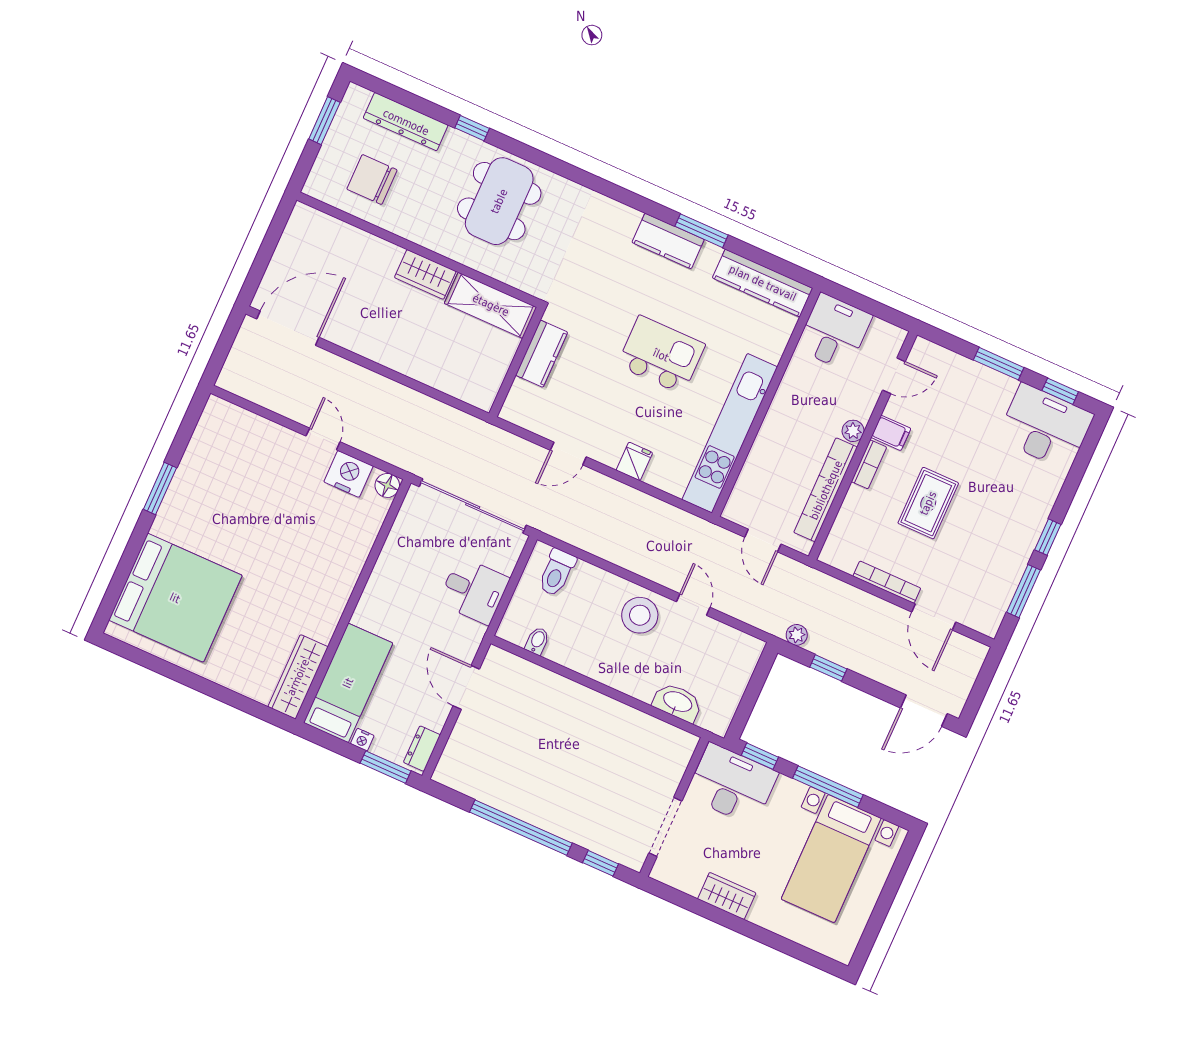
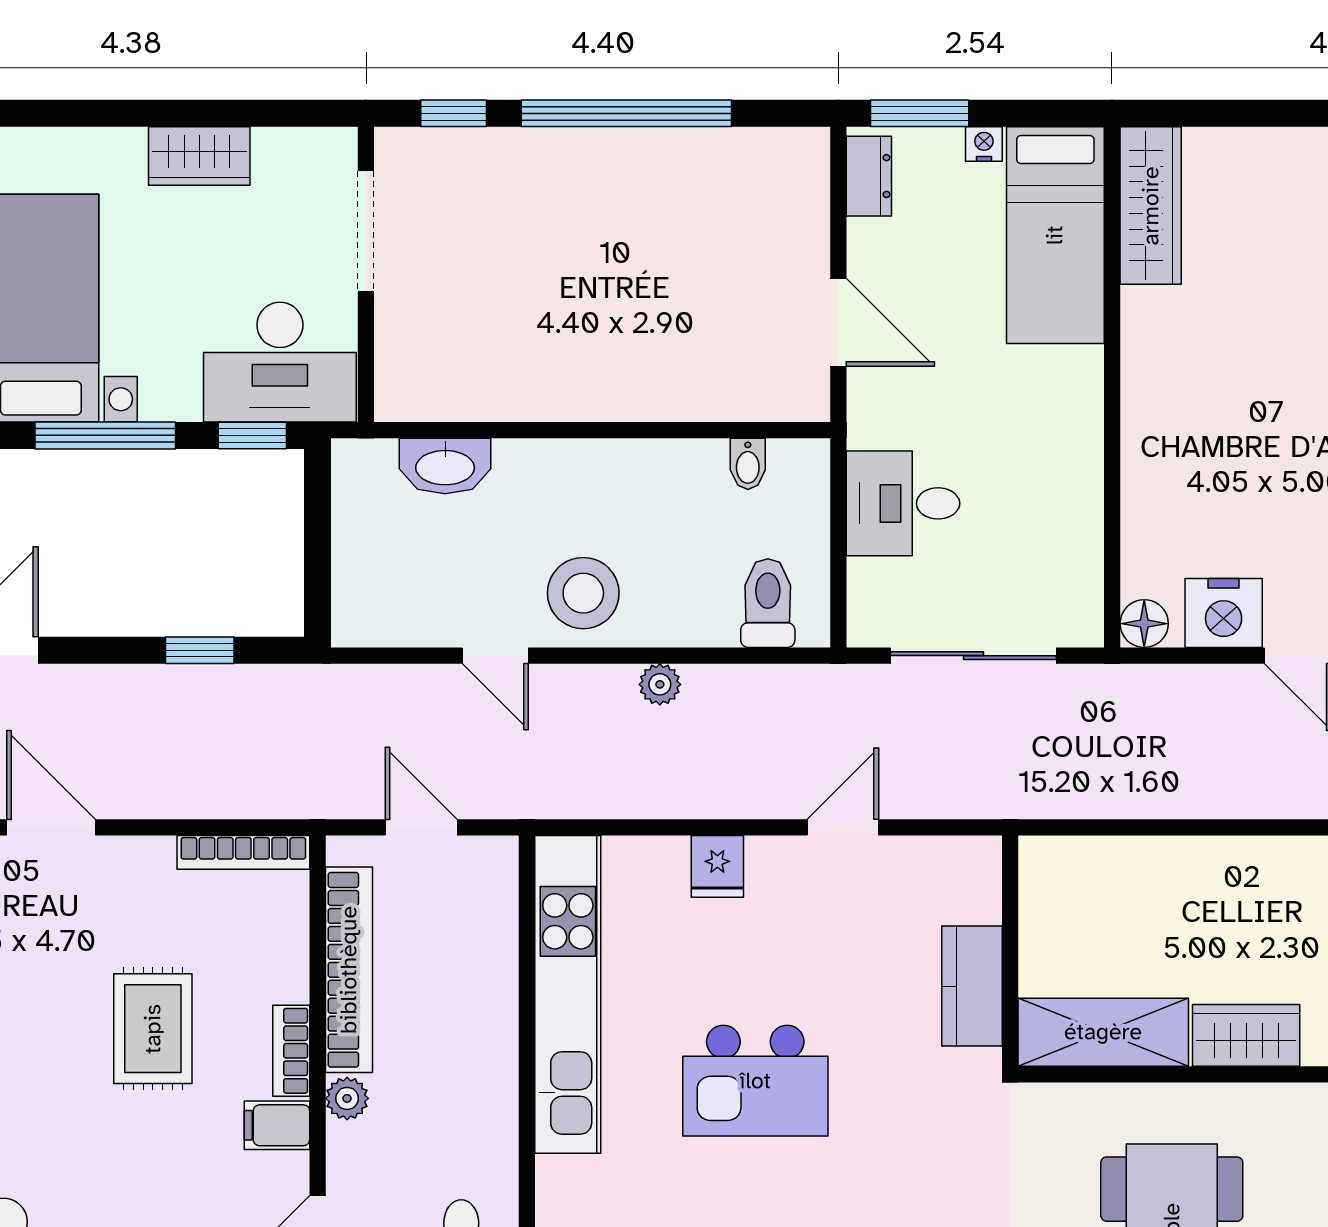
sliding door: (473, 506) -> (973, 656), width x0.73
bookcase: (887, 582) -> (243, 852), moved
plant: (797, 635) -> (660, 684), moved

